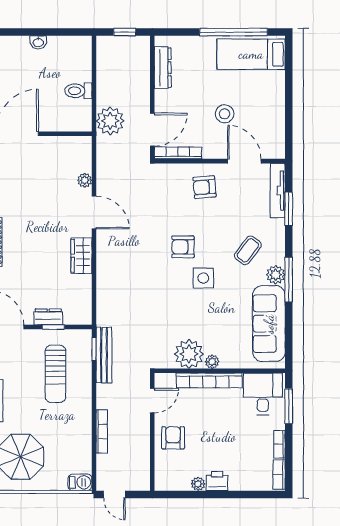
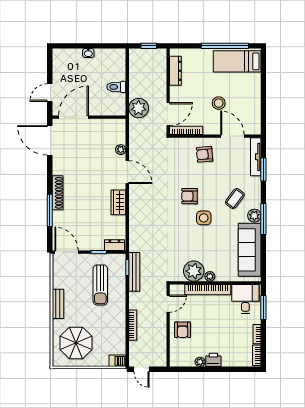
dresser: (48, 317) -> (114, 245), moved
armchair: (173, 438) -> (183, 330), turned 180

